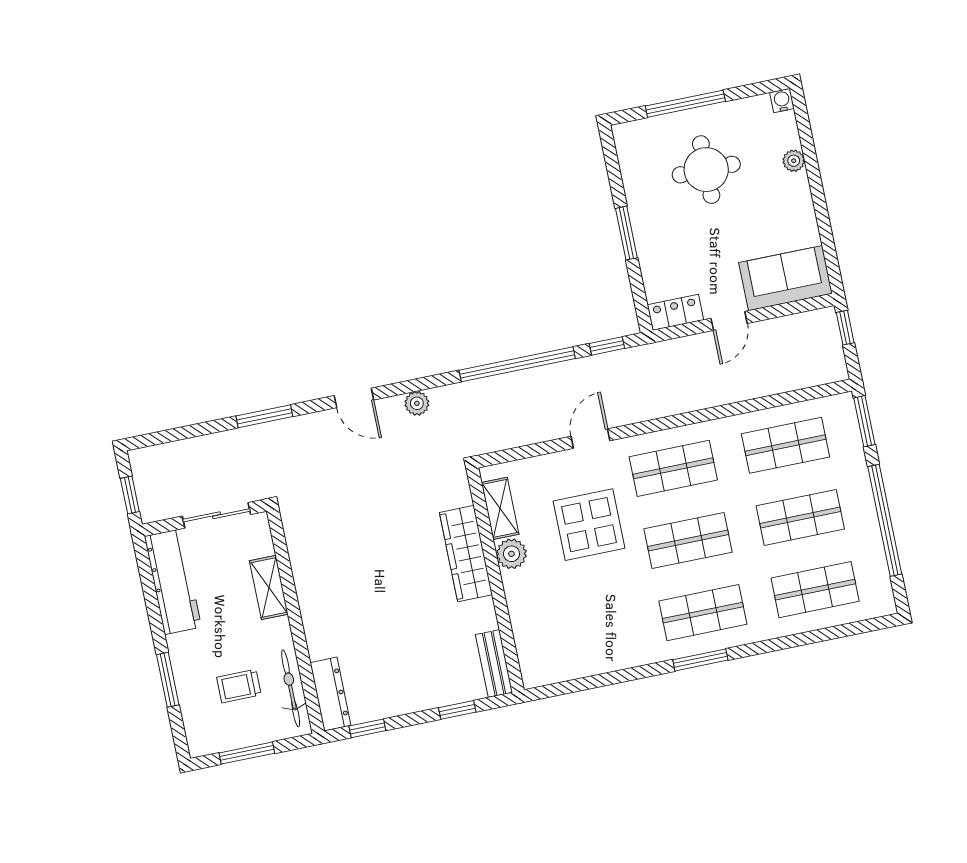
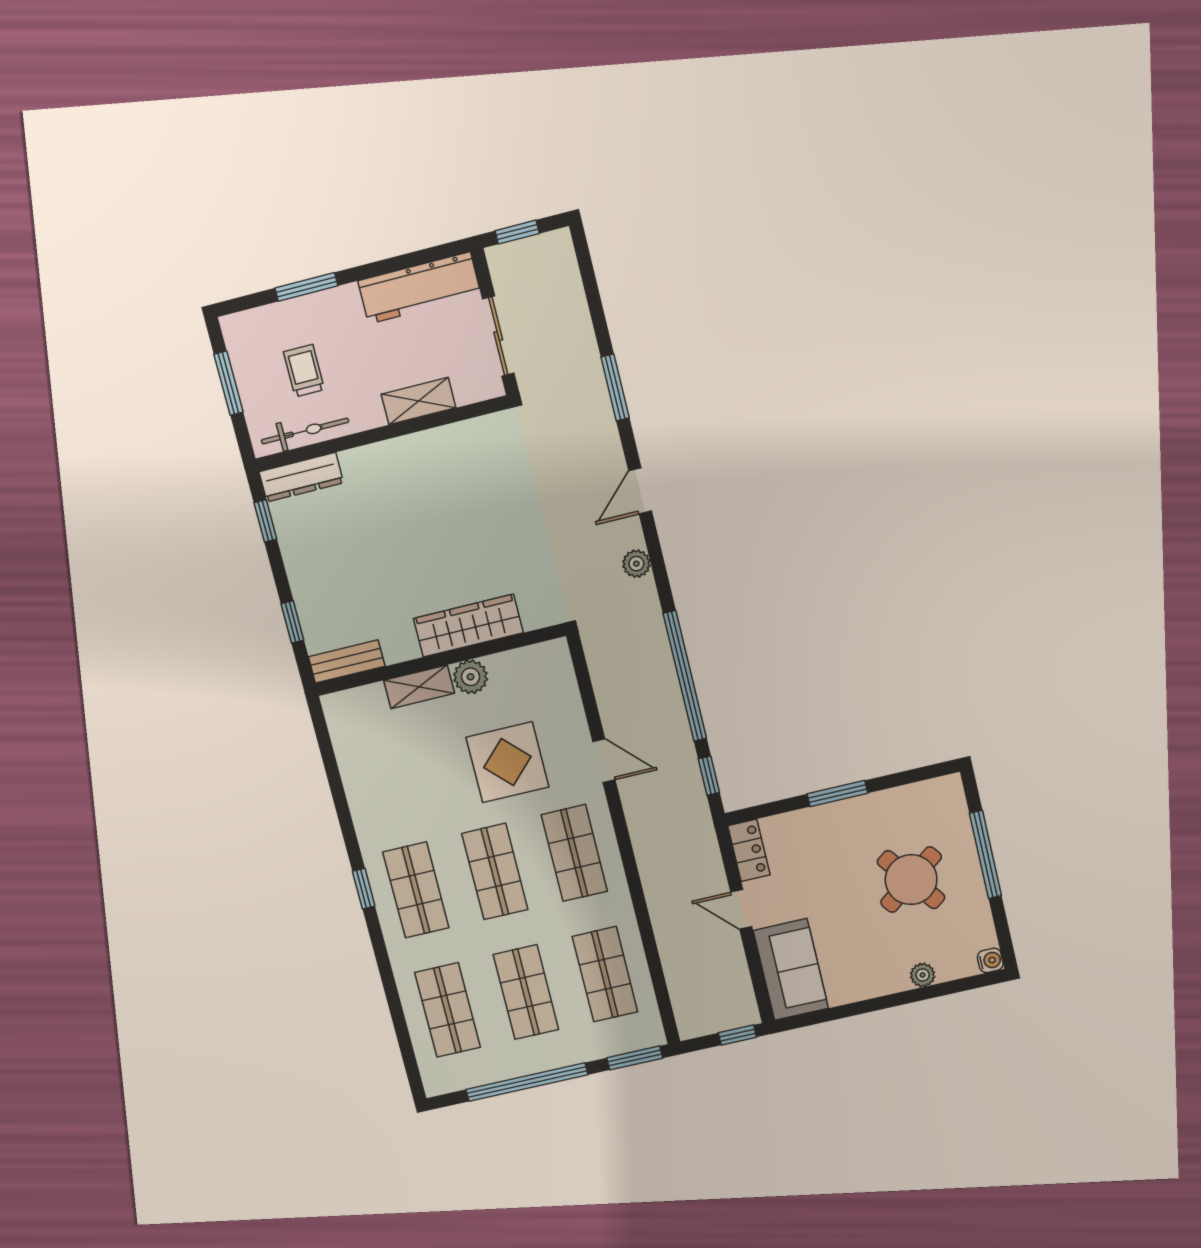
round table: (706, 170) -> (911, 880), turned -37
shelving: (500, 508) -> (419, 687), moved
window: (700, 660) -> (364, 889), width x0.67

